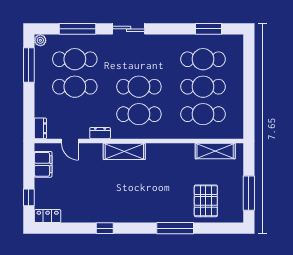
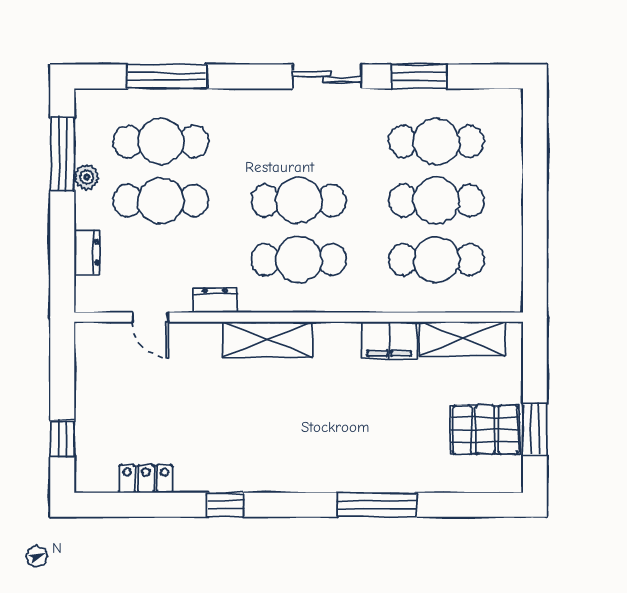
sliding door: (129, 29) -> (327, 76), moved
window: (209, 29) -> (419, 76), moved
plant: (40, 40) -> (87, 177), moved
dresser: (40, 128) -> (87, 252), moved
filing cabinet: (43, 164) -> (389, 340), moved, turned 90
window: (249, 193) -> (535, 429), width x0.69
pallet: (206, 201) -> (485, 430), moved, turned 90
locker: (48, 216) -> (146, 479), moved

